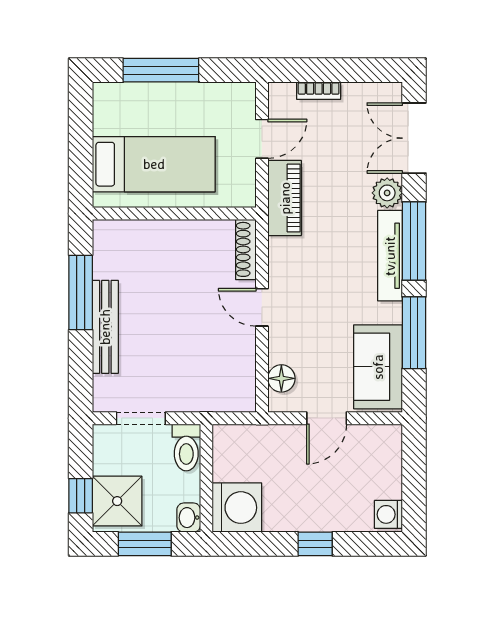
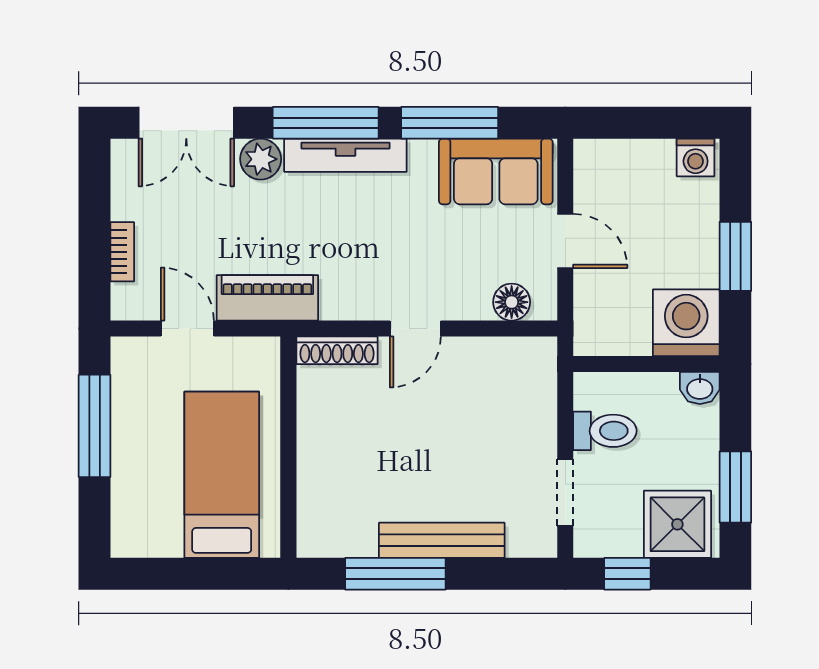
window: (161, 70) -> (95, 426), moved
wall: (206, 478) -> (646, 364), moved
window: (81, 496) -> (627, 574), moved
washing machine: (237, 508) -> (686, 323), moved
washbasin: (189, 518) -> (700, 388), moved
window: (315, 544) -> (735, 256), width x1.50

